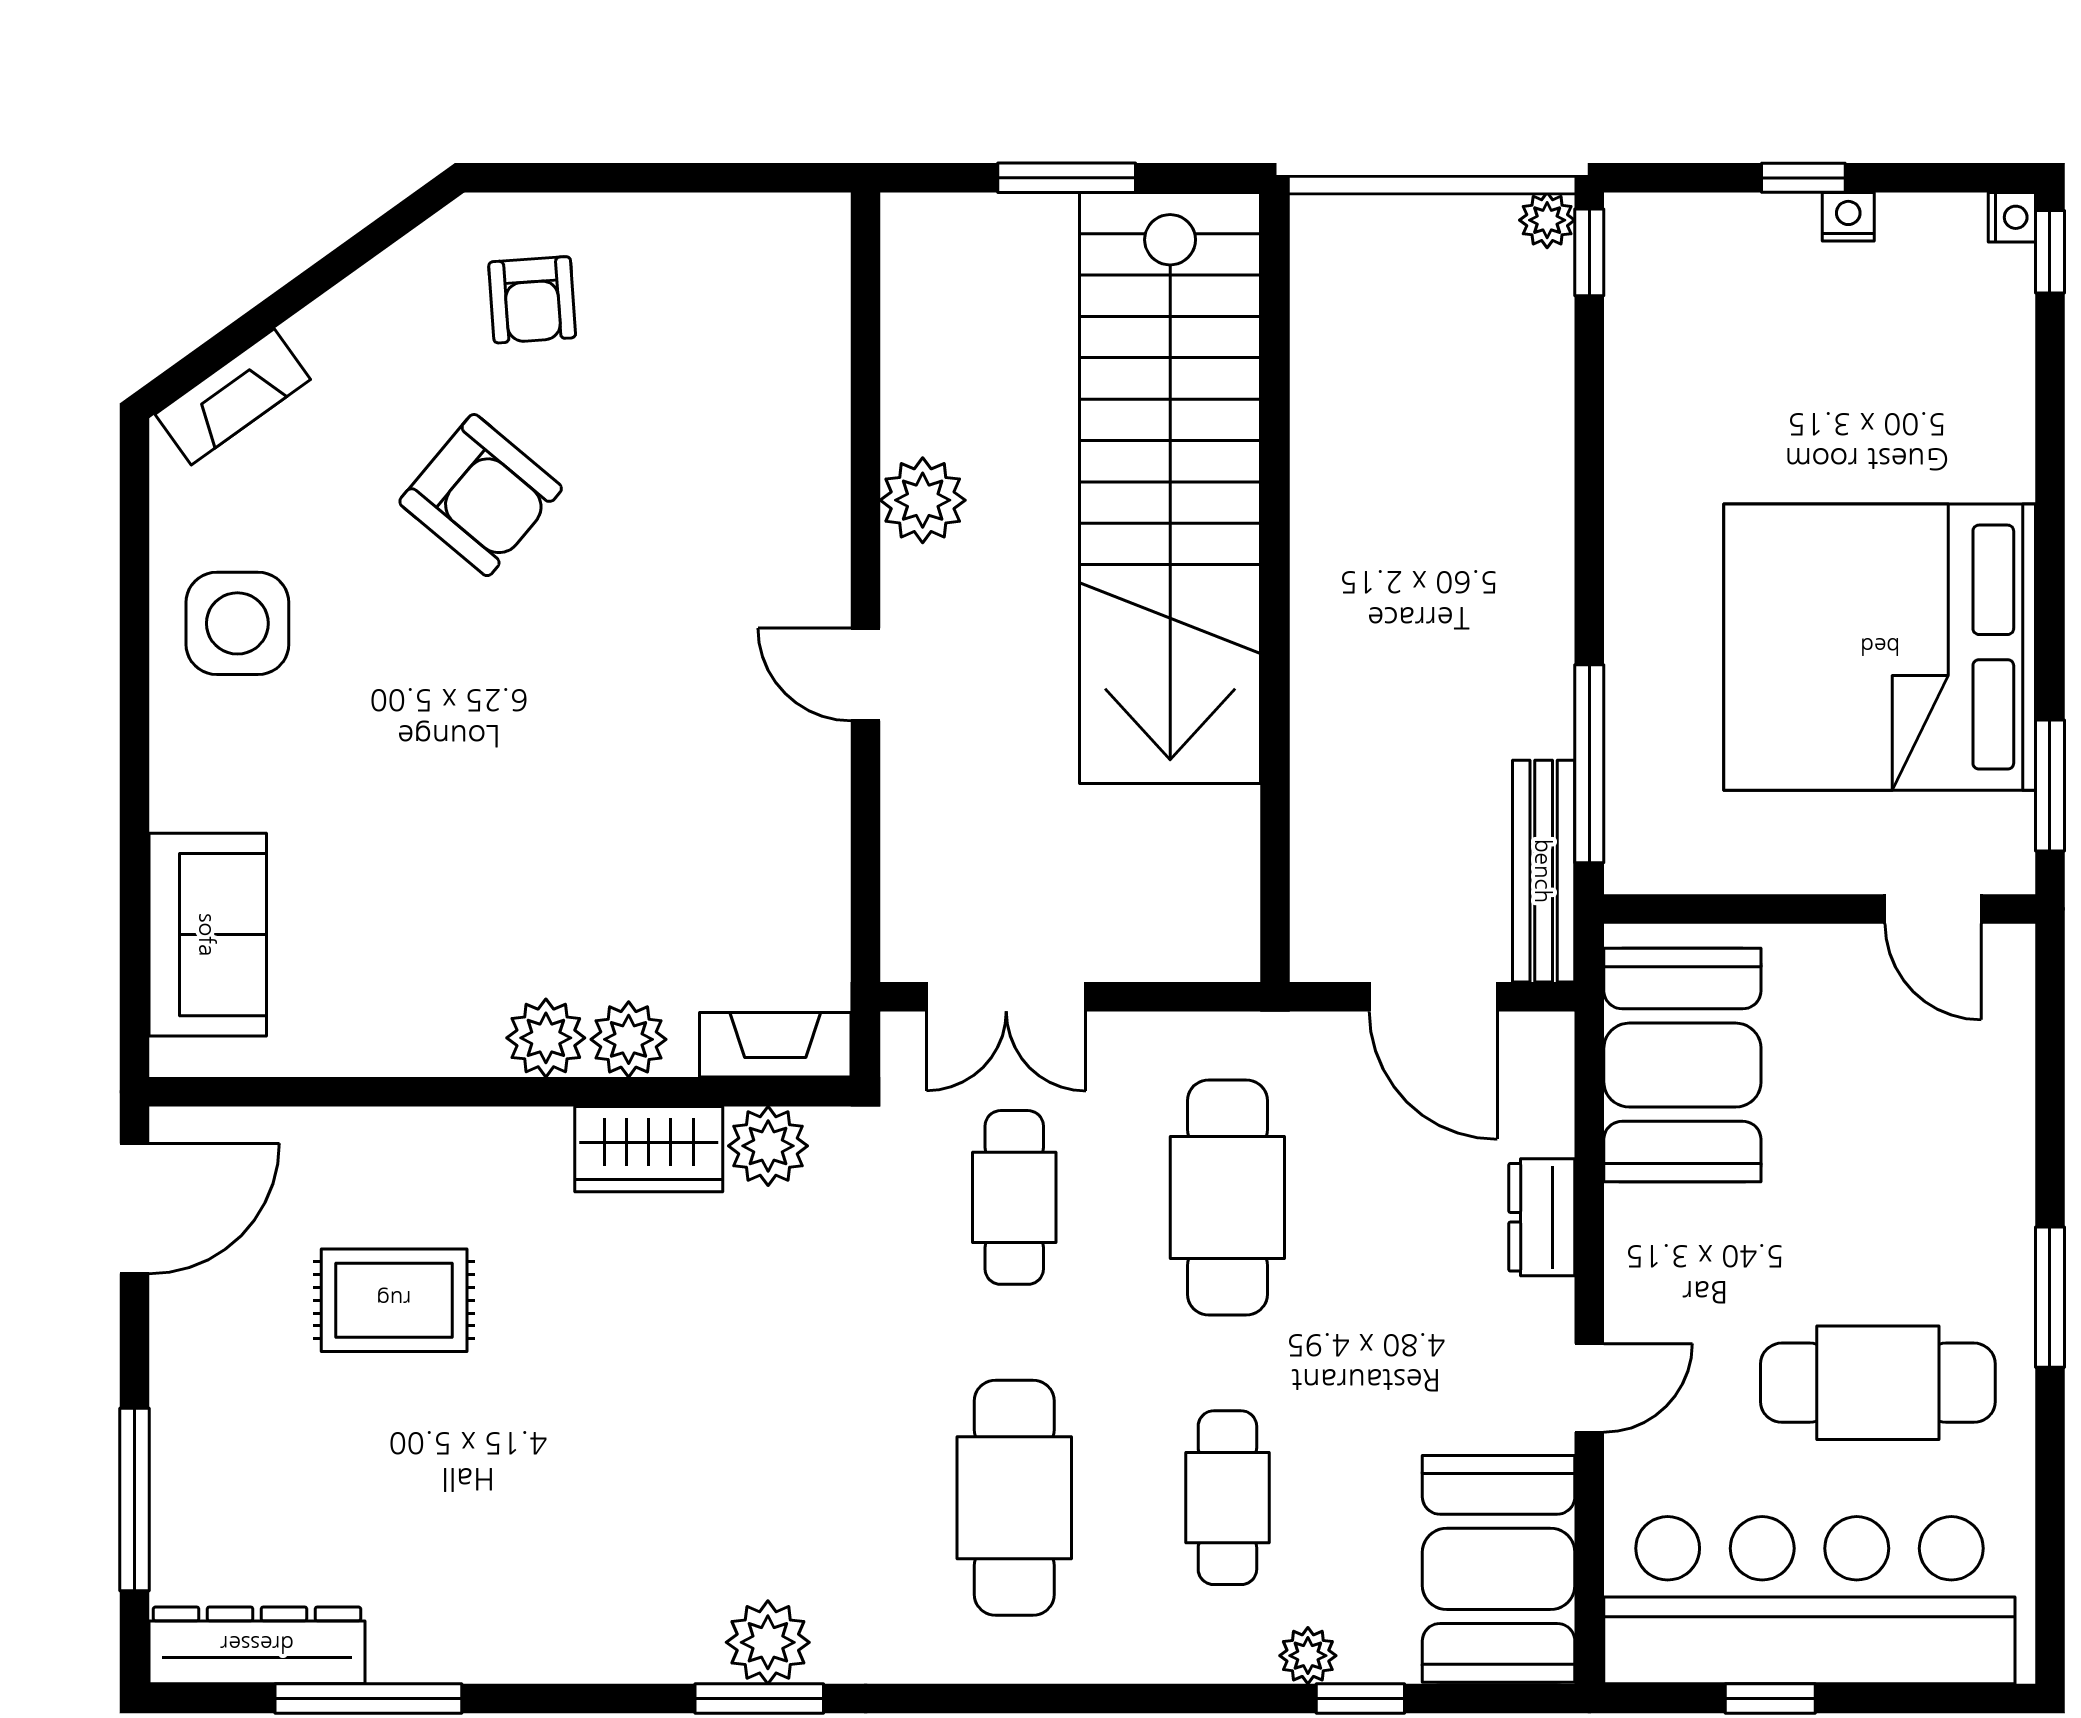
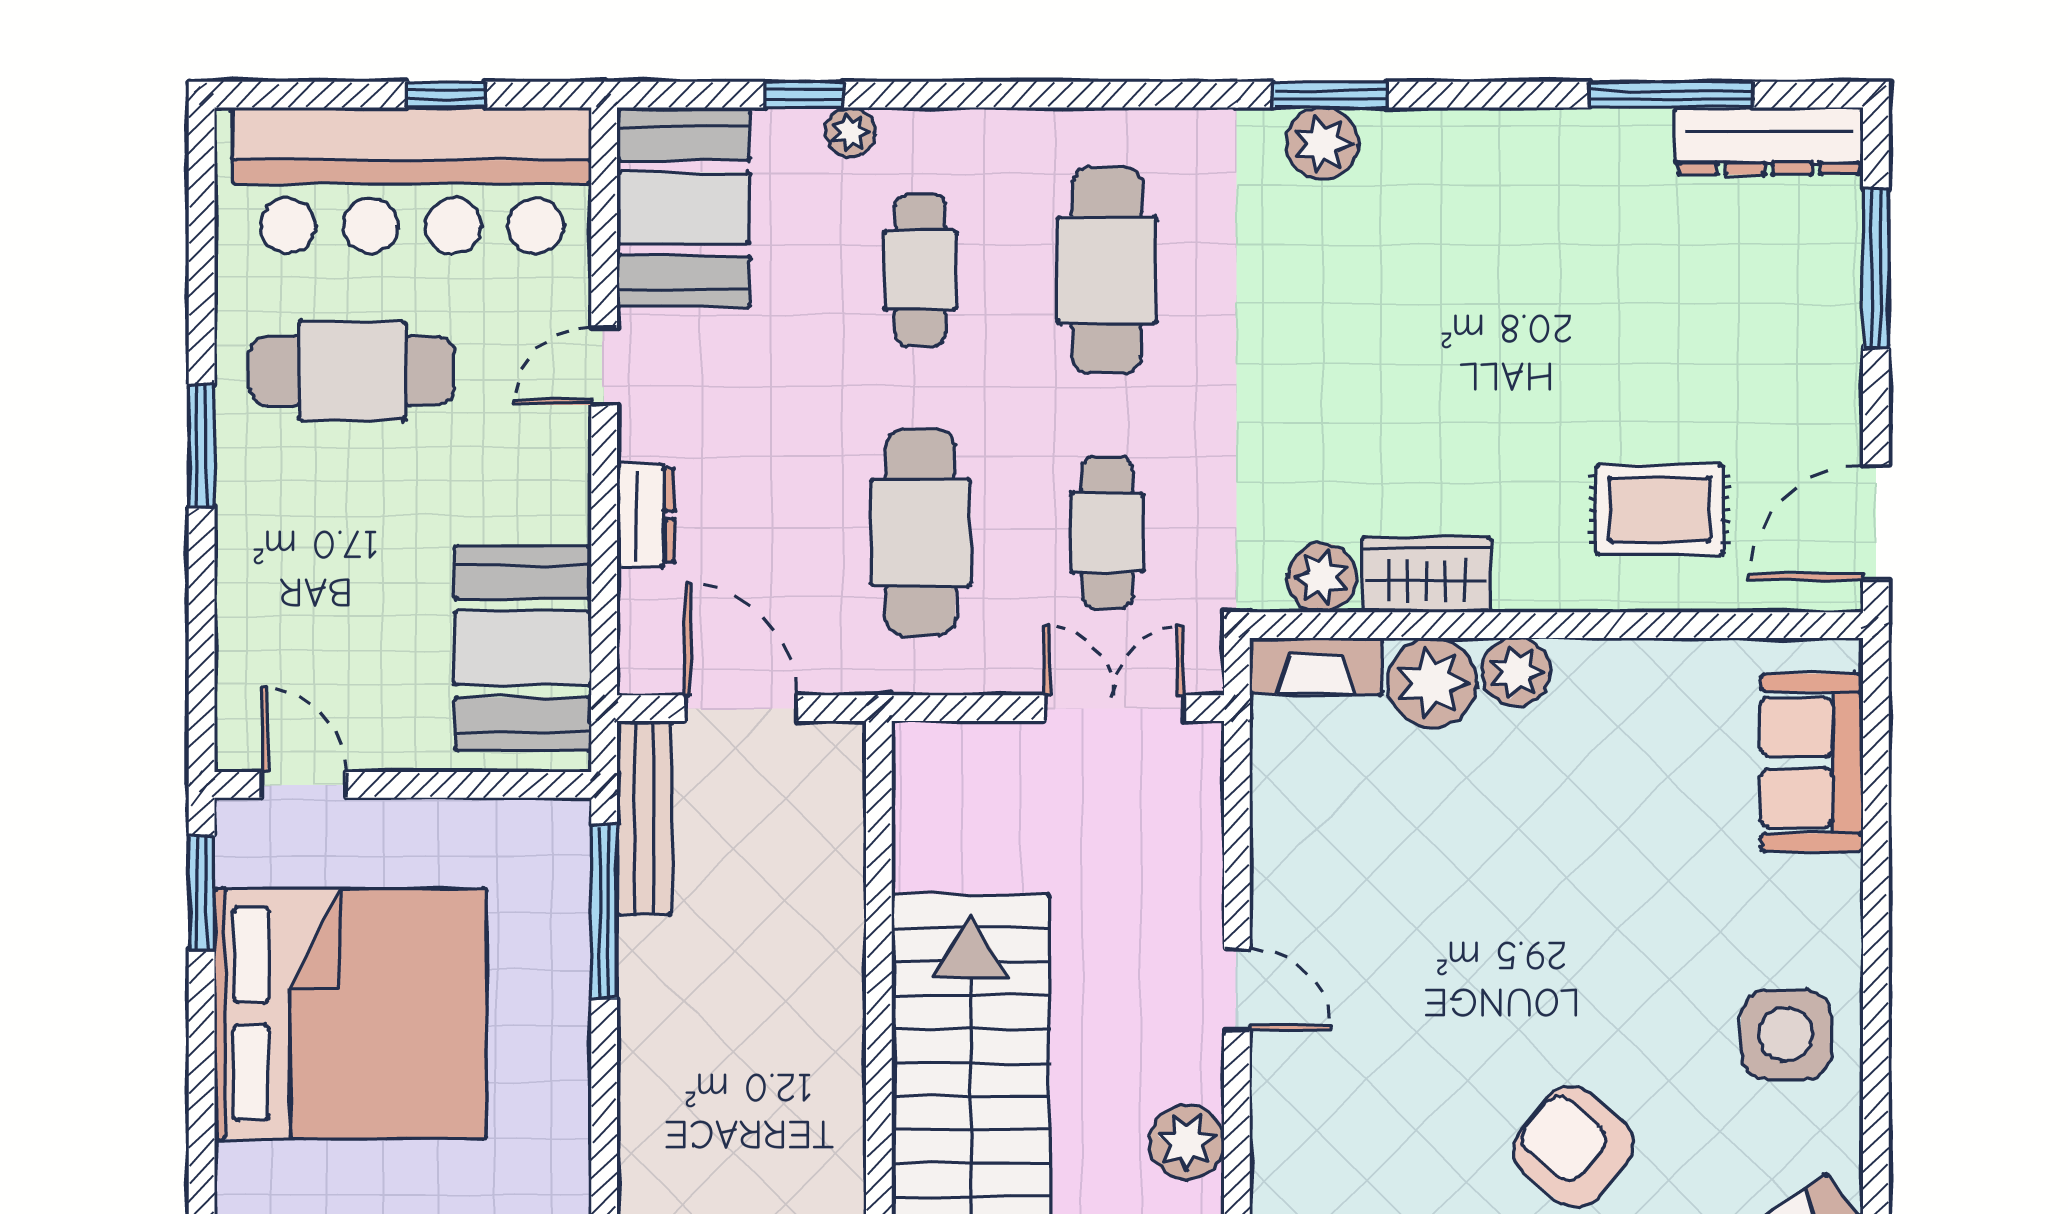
plant: (629, 1039) -> (1432, 683), width x1.36, depth x1.36
rug: (394, 1300) -> (1659, 509), moved

